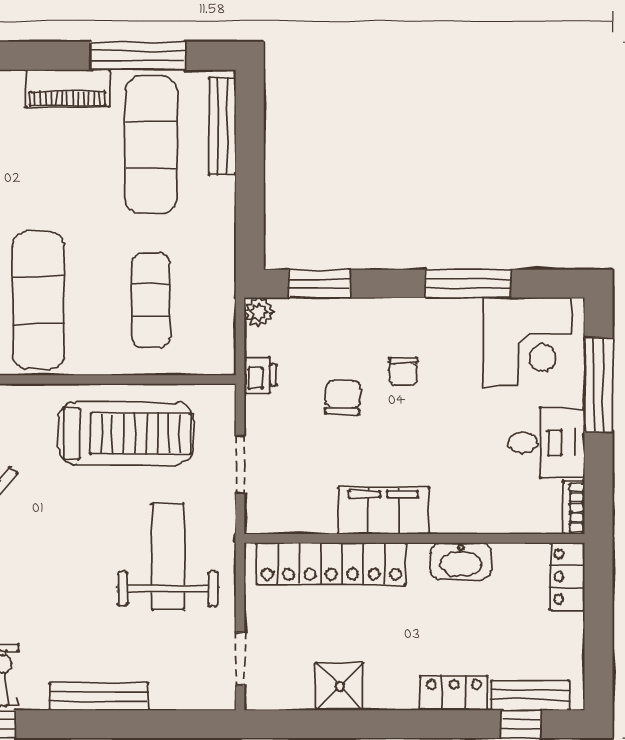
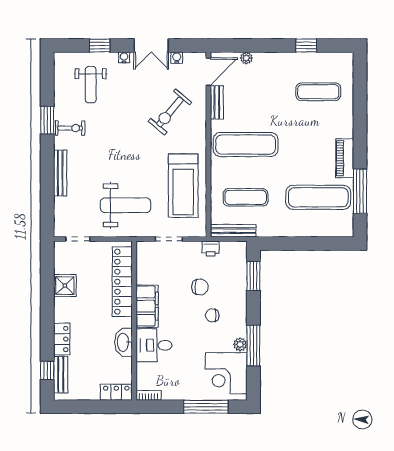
bench: (222, 126) -> (233, 231), moved
plant: (259, 312) -> (240, 344), moved
desk: (546, 443) -> (154, 345), moved, turned 90

